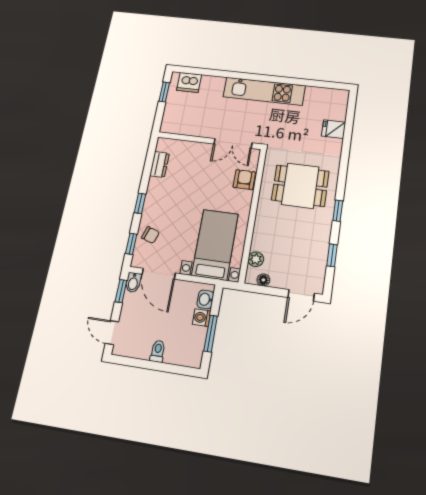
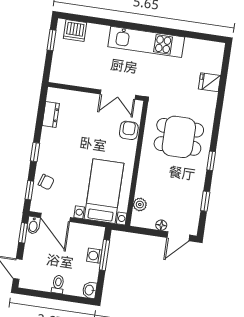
floor lamp: (263, 280) -> (161, 225), moved
washbasin: (205, 299) -> (90, 290), moved
window: (211, 334) -> (104, 255), moved

